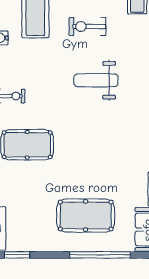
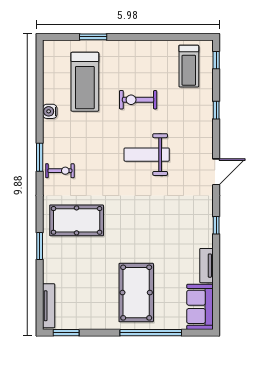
pool table: (86, 216) -> (136, 293), turned 90

